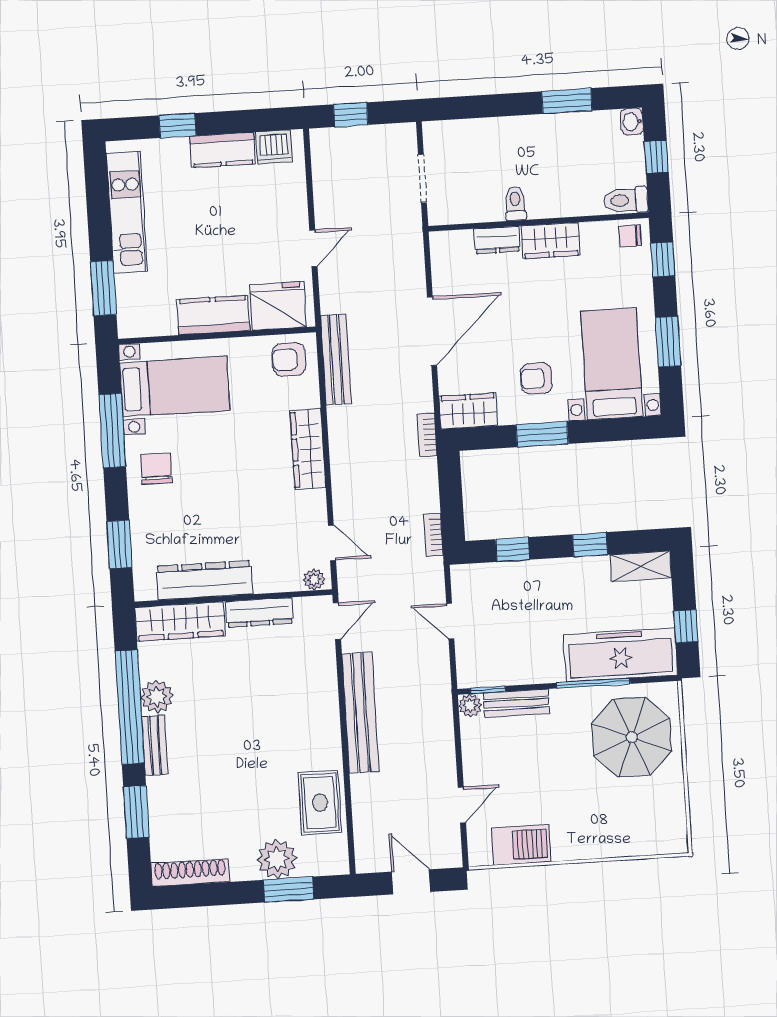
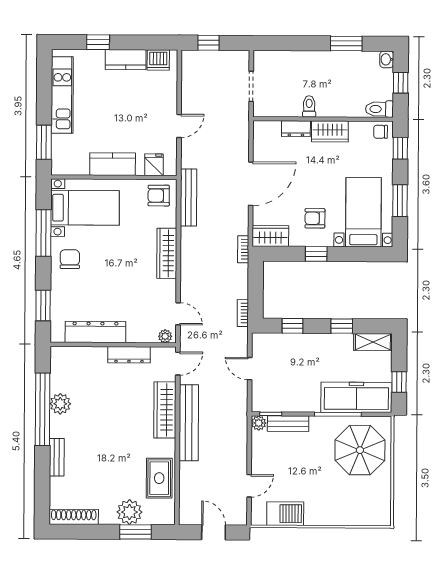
fridge: (278, 306) -> (154, 165), width x0.53, depth x0.75
window: (542, 434) -> (316, 254), width x0.67
wardrobe: (180, 622) -> (165, 410), moved, turned 90
bench: (155, 745) -> (57, 457), moved
window: (136, 812) -> (42, 476), removed

